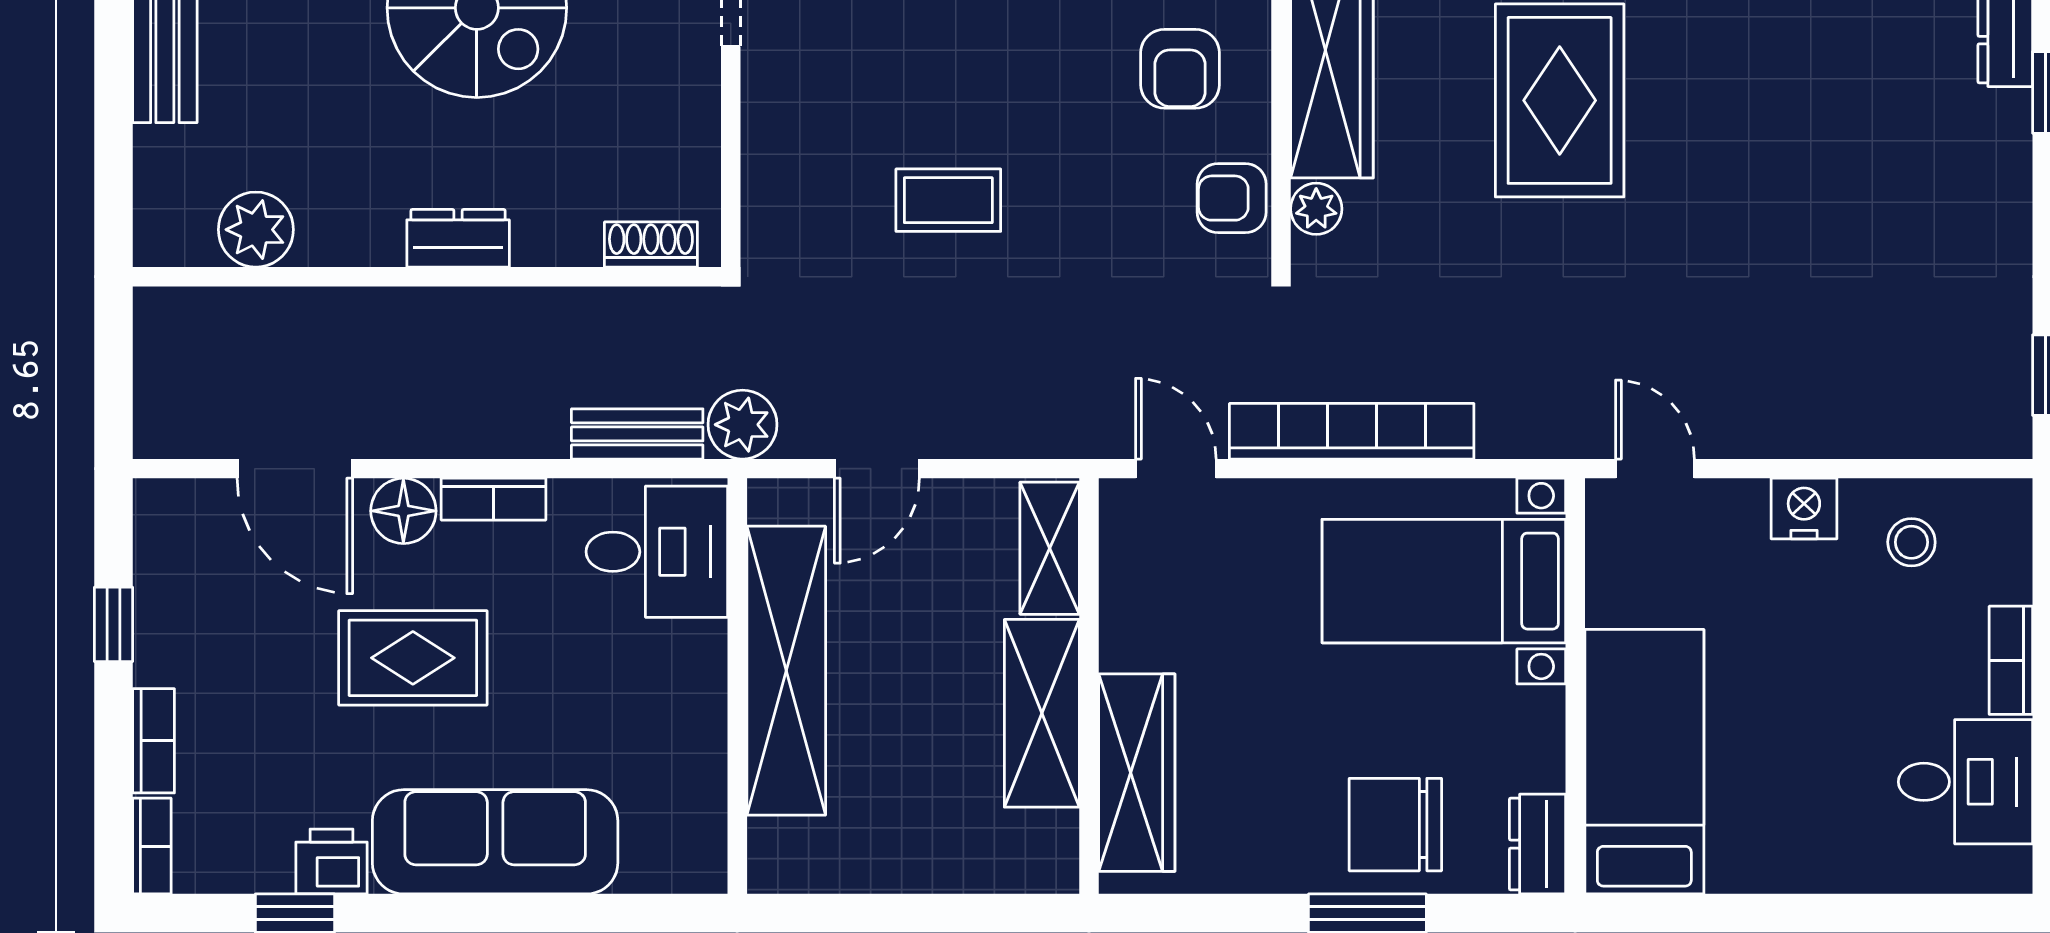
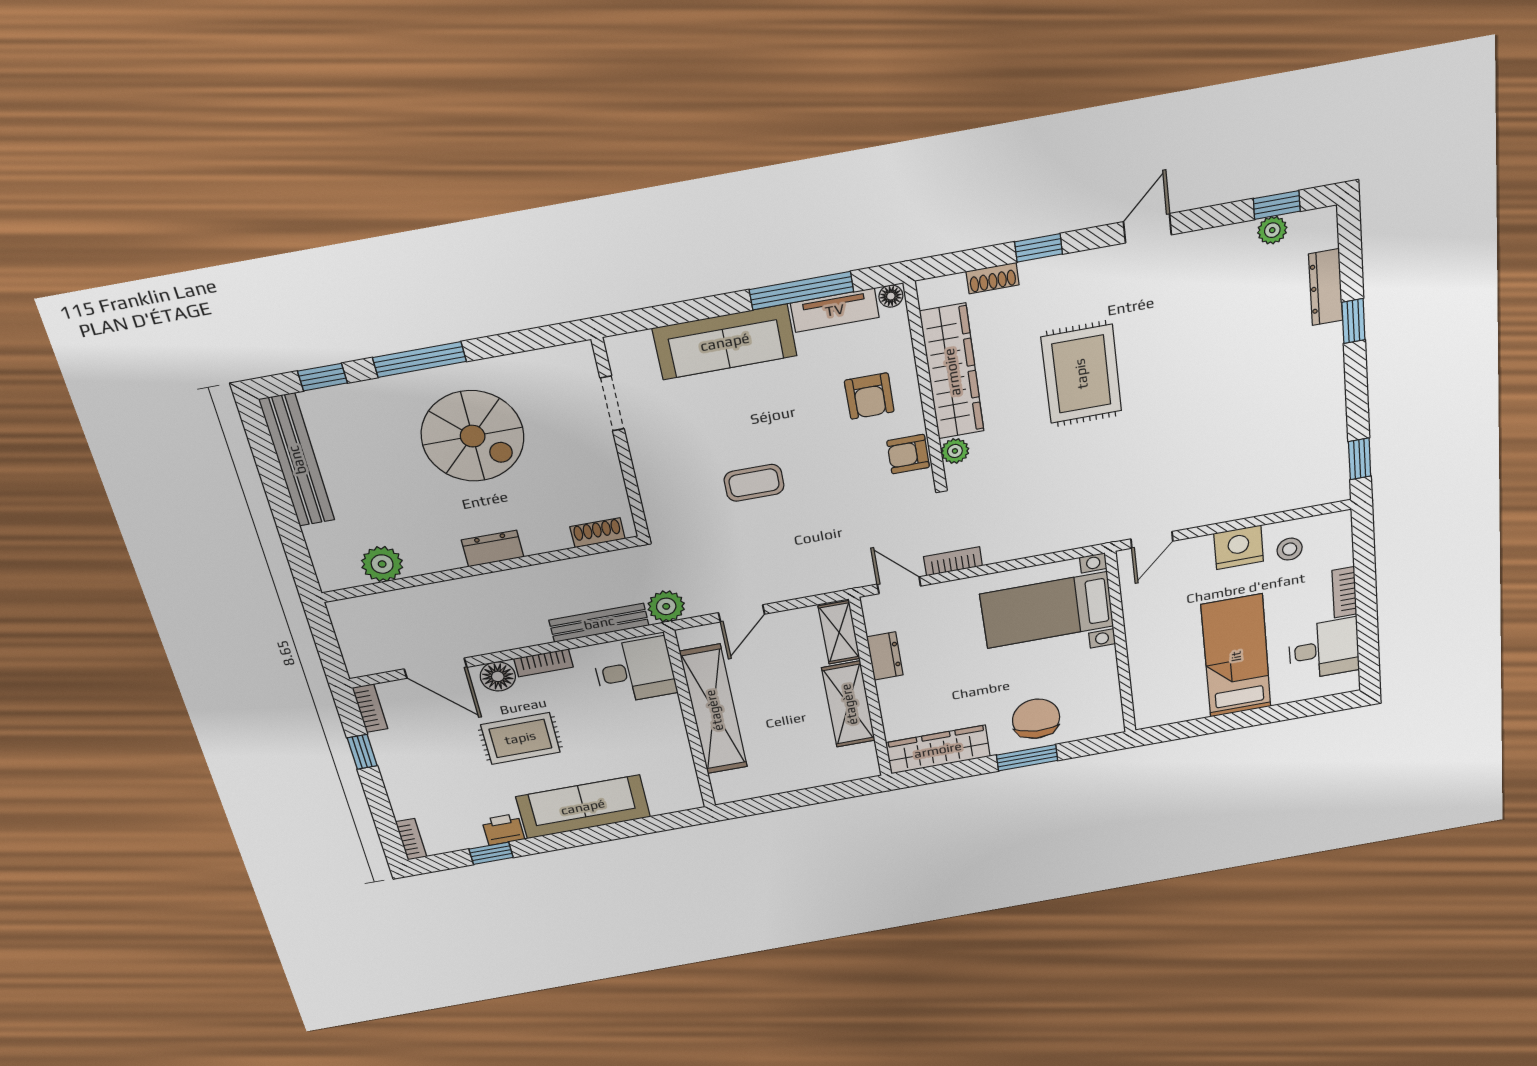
bookcase: (1352, 431) -> (953, 561), width x0.43, depth x0.76
bench: (637, 434) -> (599, 623), width x1.36
door: (1655, 469) -> (1152, 540), swing flipped
nightstand: (1804, 508) -> (1239, 547), width x1.36, depth x1.33
bookcase: (154, 741) -> (370, 708), moved
bed: (1644, 762) -> (1236, 656), moved
wardrobe: (1137, 773) -> (938, 750), moved, turned -90
chair: (1395, 825) -> (1036, 719), turned 95
dresser: (1537, 844) -> (885, 656), moved, turned 180

